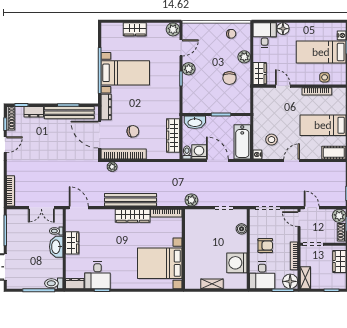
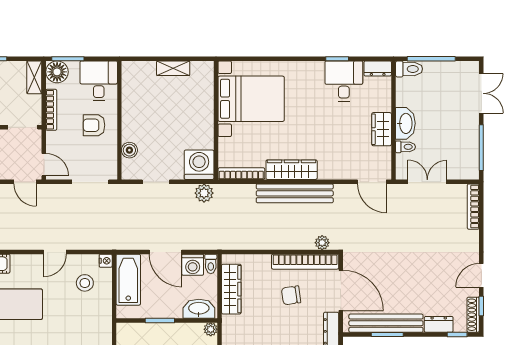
plant: (187, 108) -> (211, 329), added
washing machine: (237, 263) -> (199, 165), moved, turned -90

